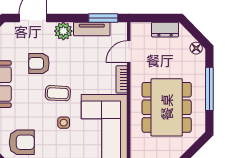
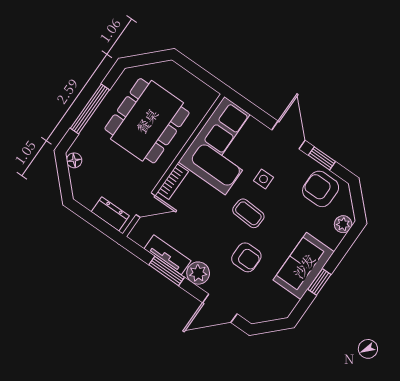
window: (103, 18) -> (167, 271), moved
dresser: (165, 30) -> (110, 214), moved

